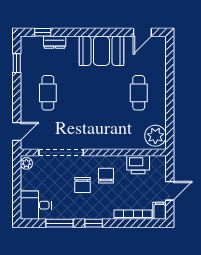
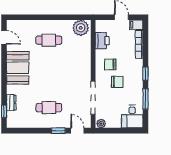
window: (17, 63) -> (58, 131), moved

